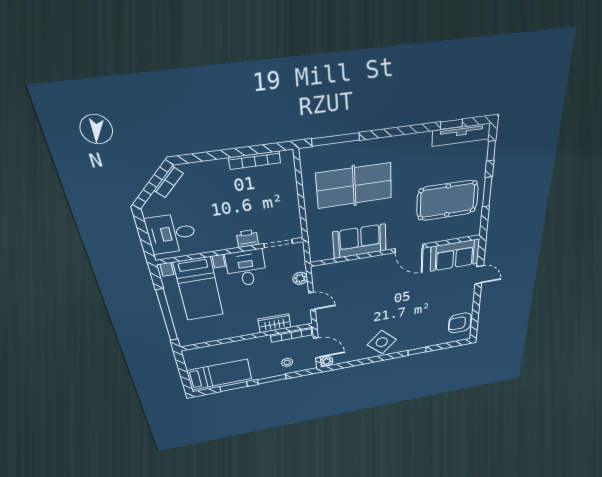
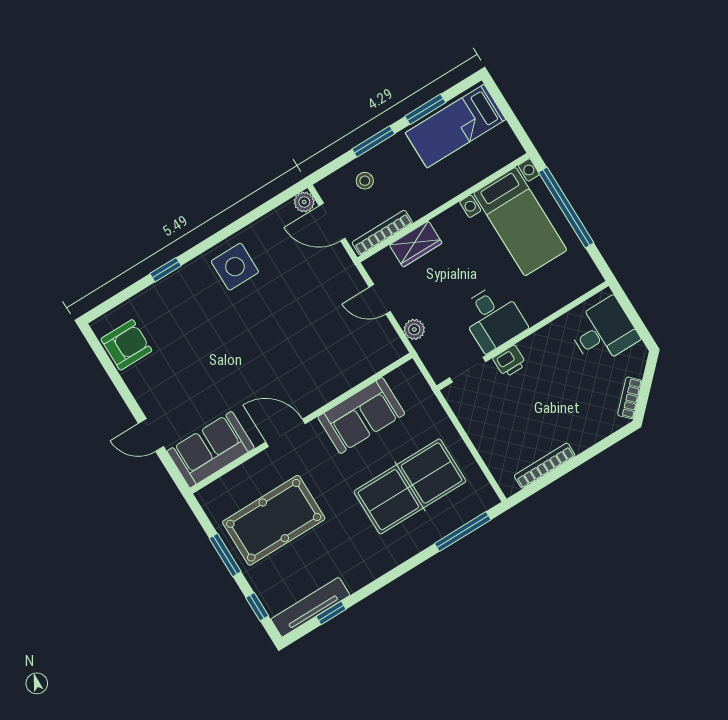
bed with nightstands: (199, 289) -> (520, 222), moved, turned 180
side table: (382, 342) -> (235, 267), turned 45

